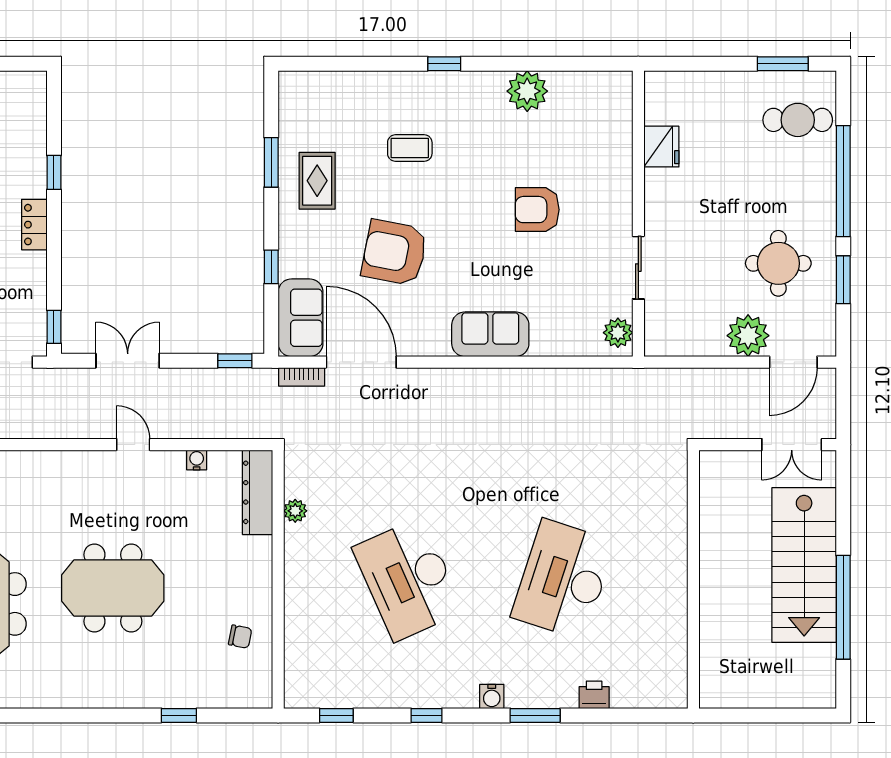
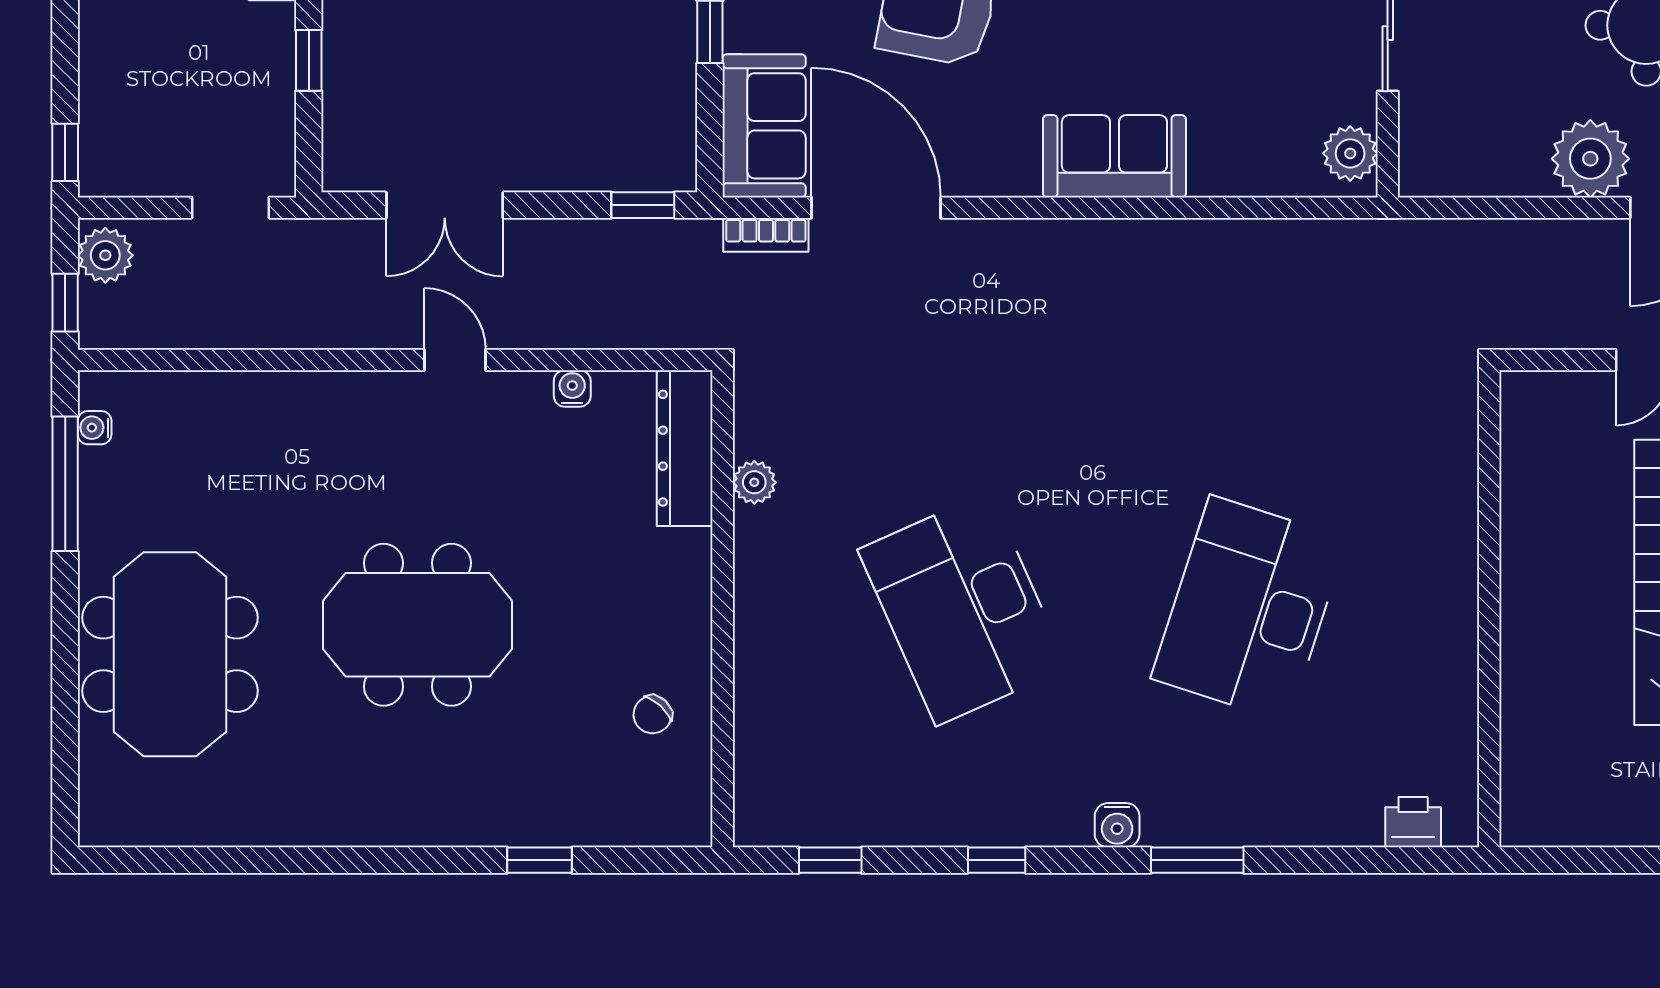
window: (54, 327) -> (309, 60), moved
double door: (128, 361) -> (445, 205), swing flipped
chair: (240, 637) -> (653, 715), turned 121
printer: (594, 695) -> (1413, 822), moved

